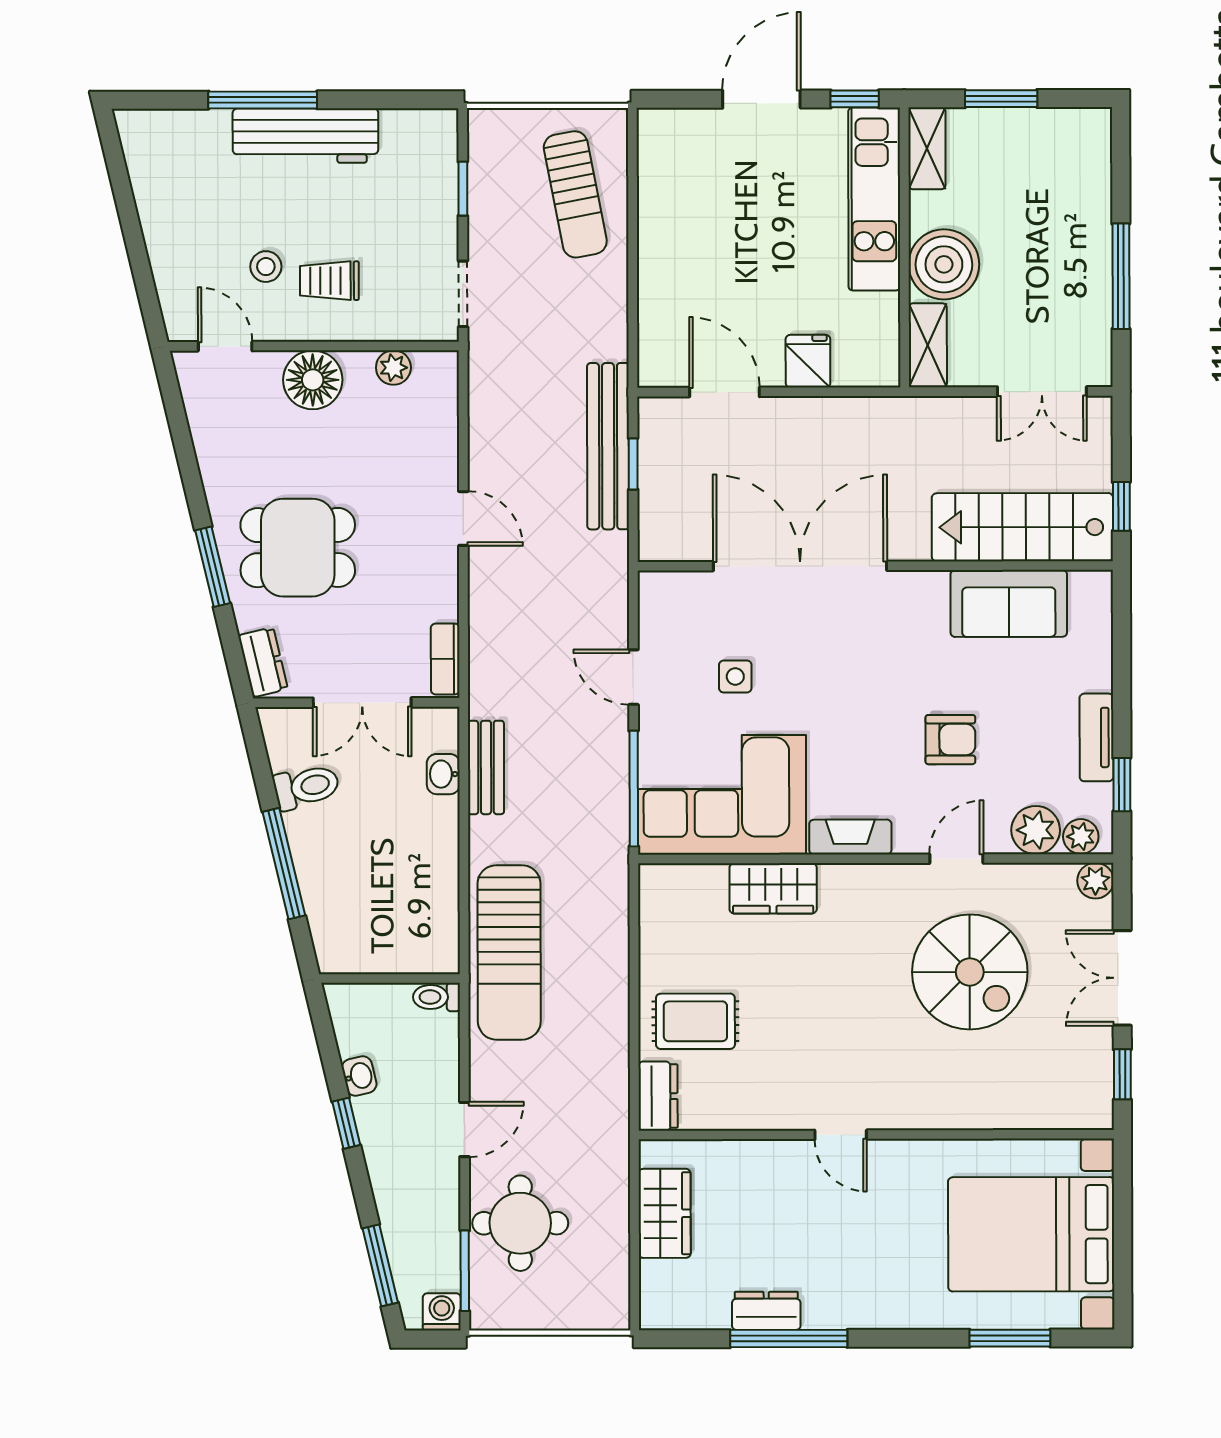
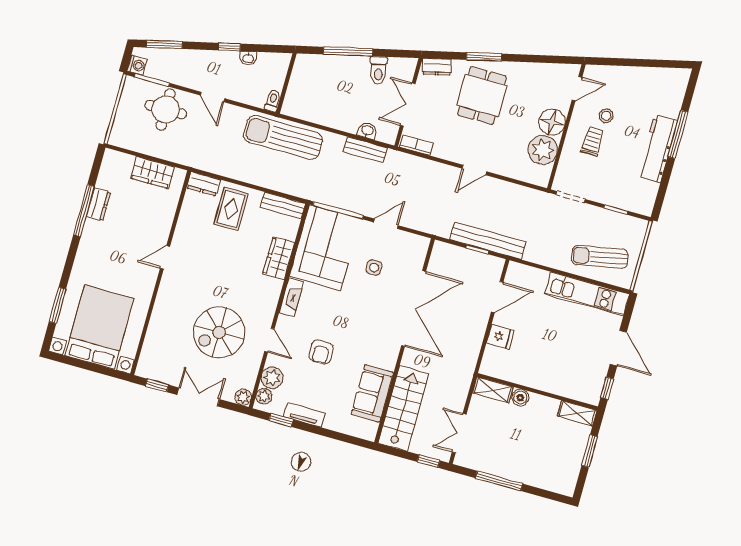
kitchen unit: (874, 199) -> (587, 294), moved, turned 180
boiler: (944, 264) -> (520, 398), width x0.54, depth x0.54
plant: (393, 368) -> (543, 150), width x1.87, depth x1.87
window: (1121, 506) -> (429, 461), moved
bench: (656, 911) -> (283, 205), added

